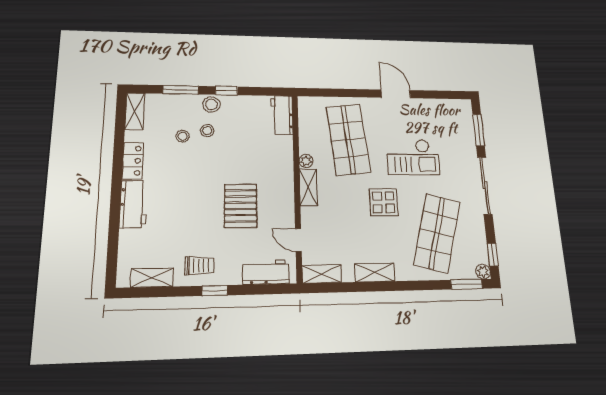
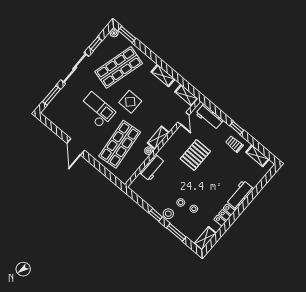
workbench: (282, 115) -> (152, 168), moved
window: (493, 255) -> (95, 44), moved

